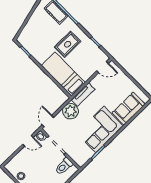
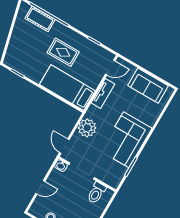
rug: (68, 44) -> (63, 52), turned 90
tv unit: (83, 94) -> (103, 93), moved
sofa: (129, 109) -> (148, 86), moved, turned -90
door: (28, 141) -> (40, 187), moved

